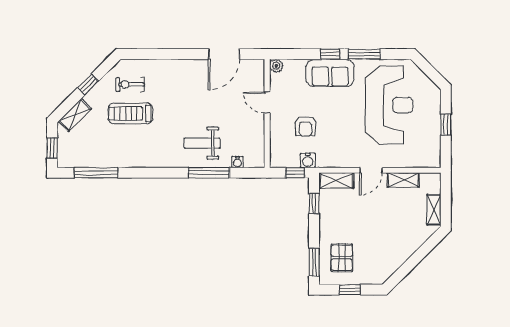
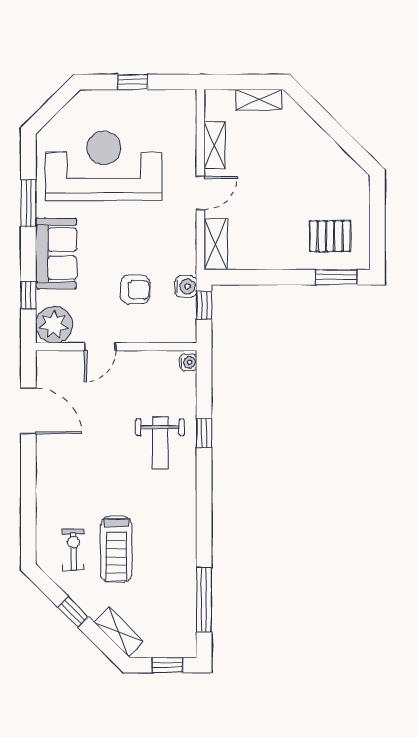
window: (330, 54) -> (28, 295), moved
plant: (276, 66) -> (54, 325), width x1.88, depth x1.88
exercise bike: (130, 85) -> (73, 550), turned 180
water cooler: (237, 162) -> (188, 362), moved
door: (371, 170) -> (200, 193), hinge flipped
window: (209, 173) -> (204, 433), width x0.46
window: (314, 204) -> (250, 277), removed
window: (350, 290) -> (377, 224), removed

